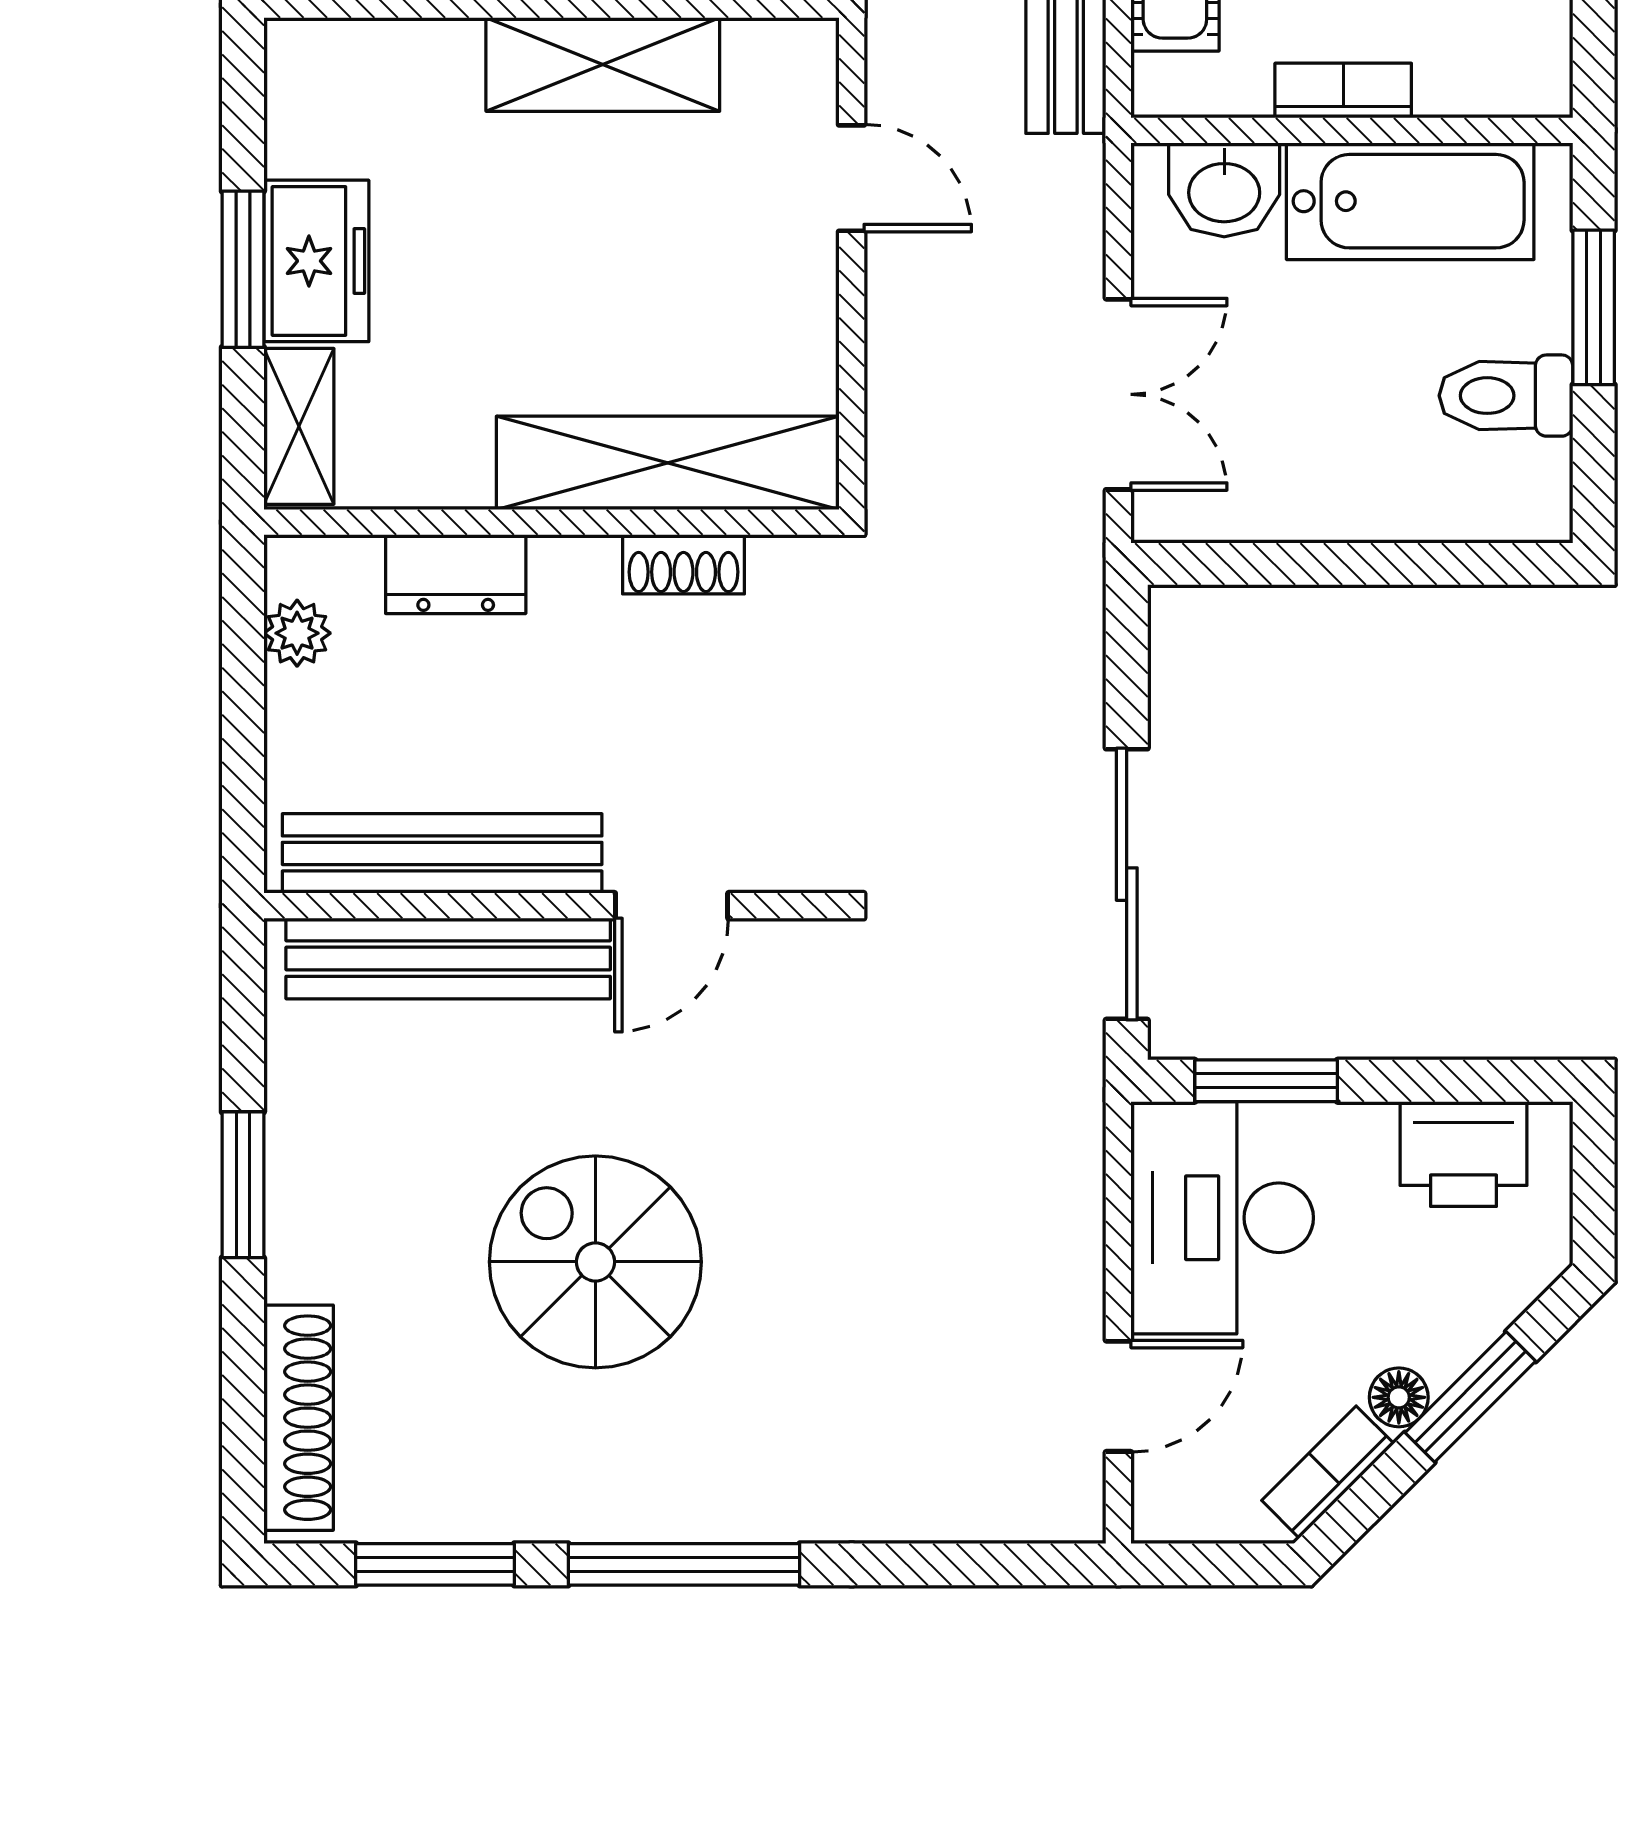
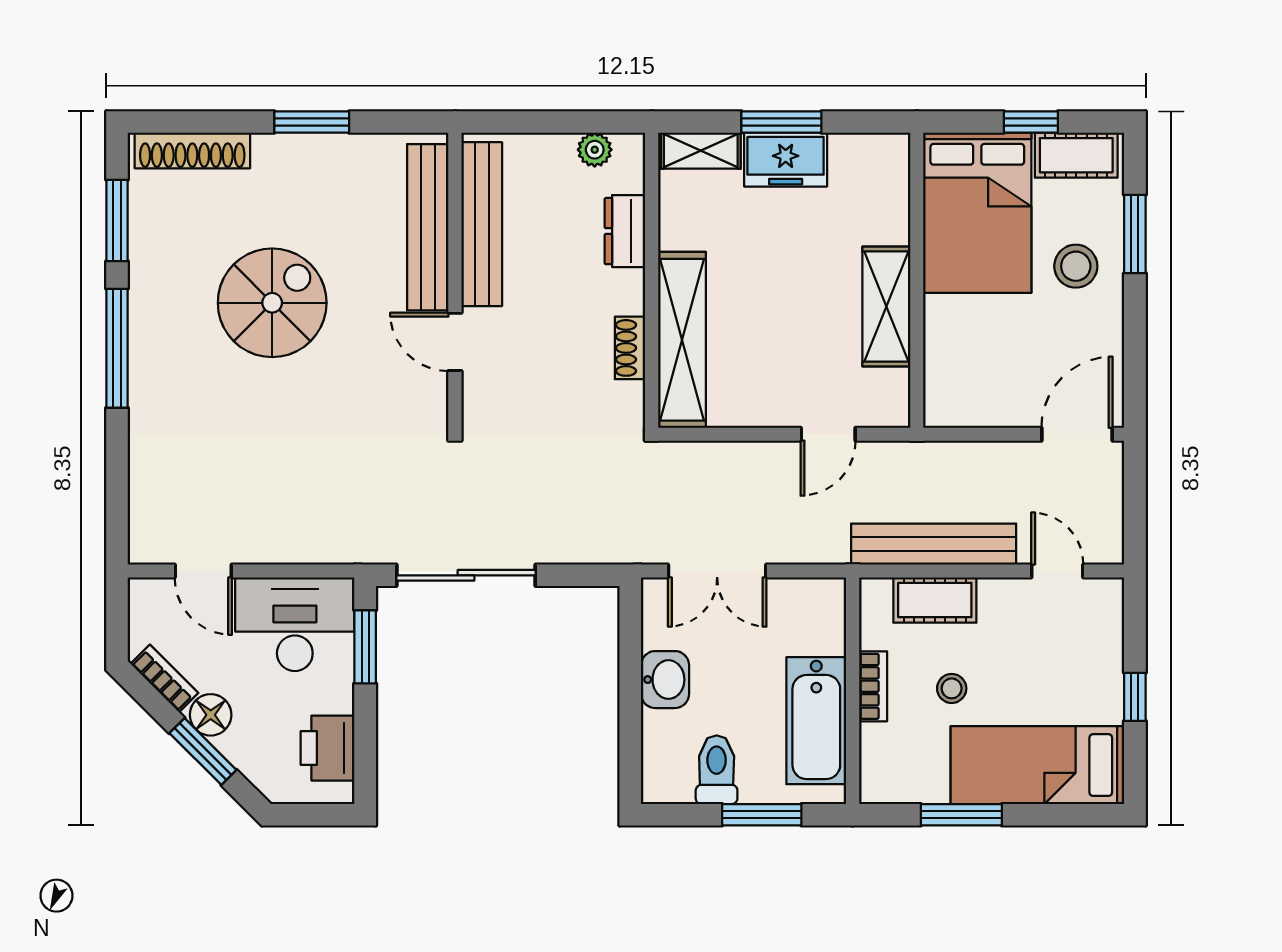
washbasin: (1224, 190) -> (665, 680), moved, turned 180
floor lamp: (1399, 1397) -> (211, 715), width x1.37, depth x1.37

